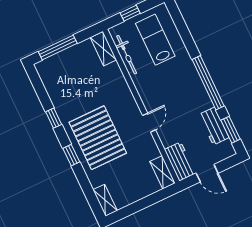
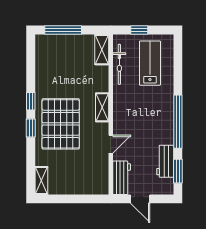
window: (54, 118) -> (31, 101), moved
door: (149, 123) -> (111, 144), moved
shelving: (162, 172) -> (102, 107), moved

